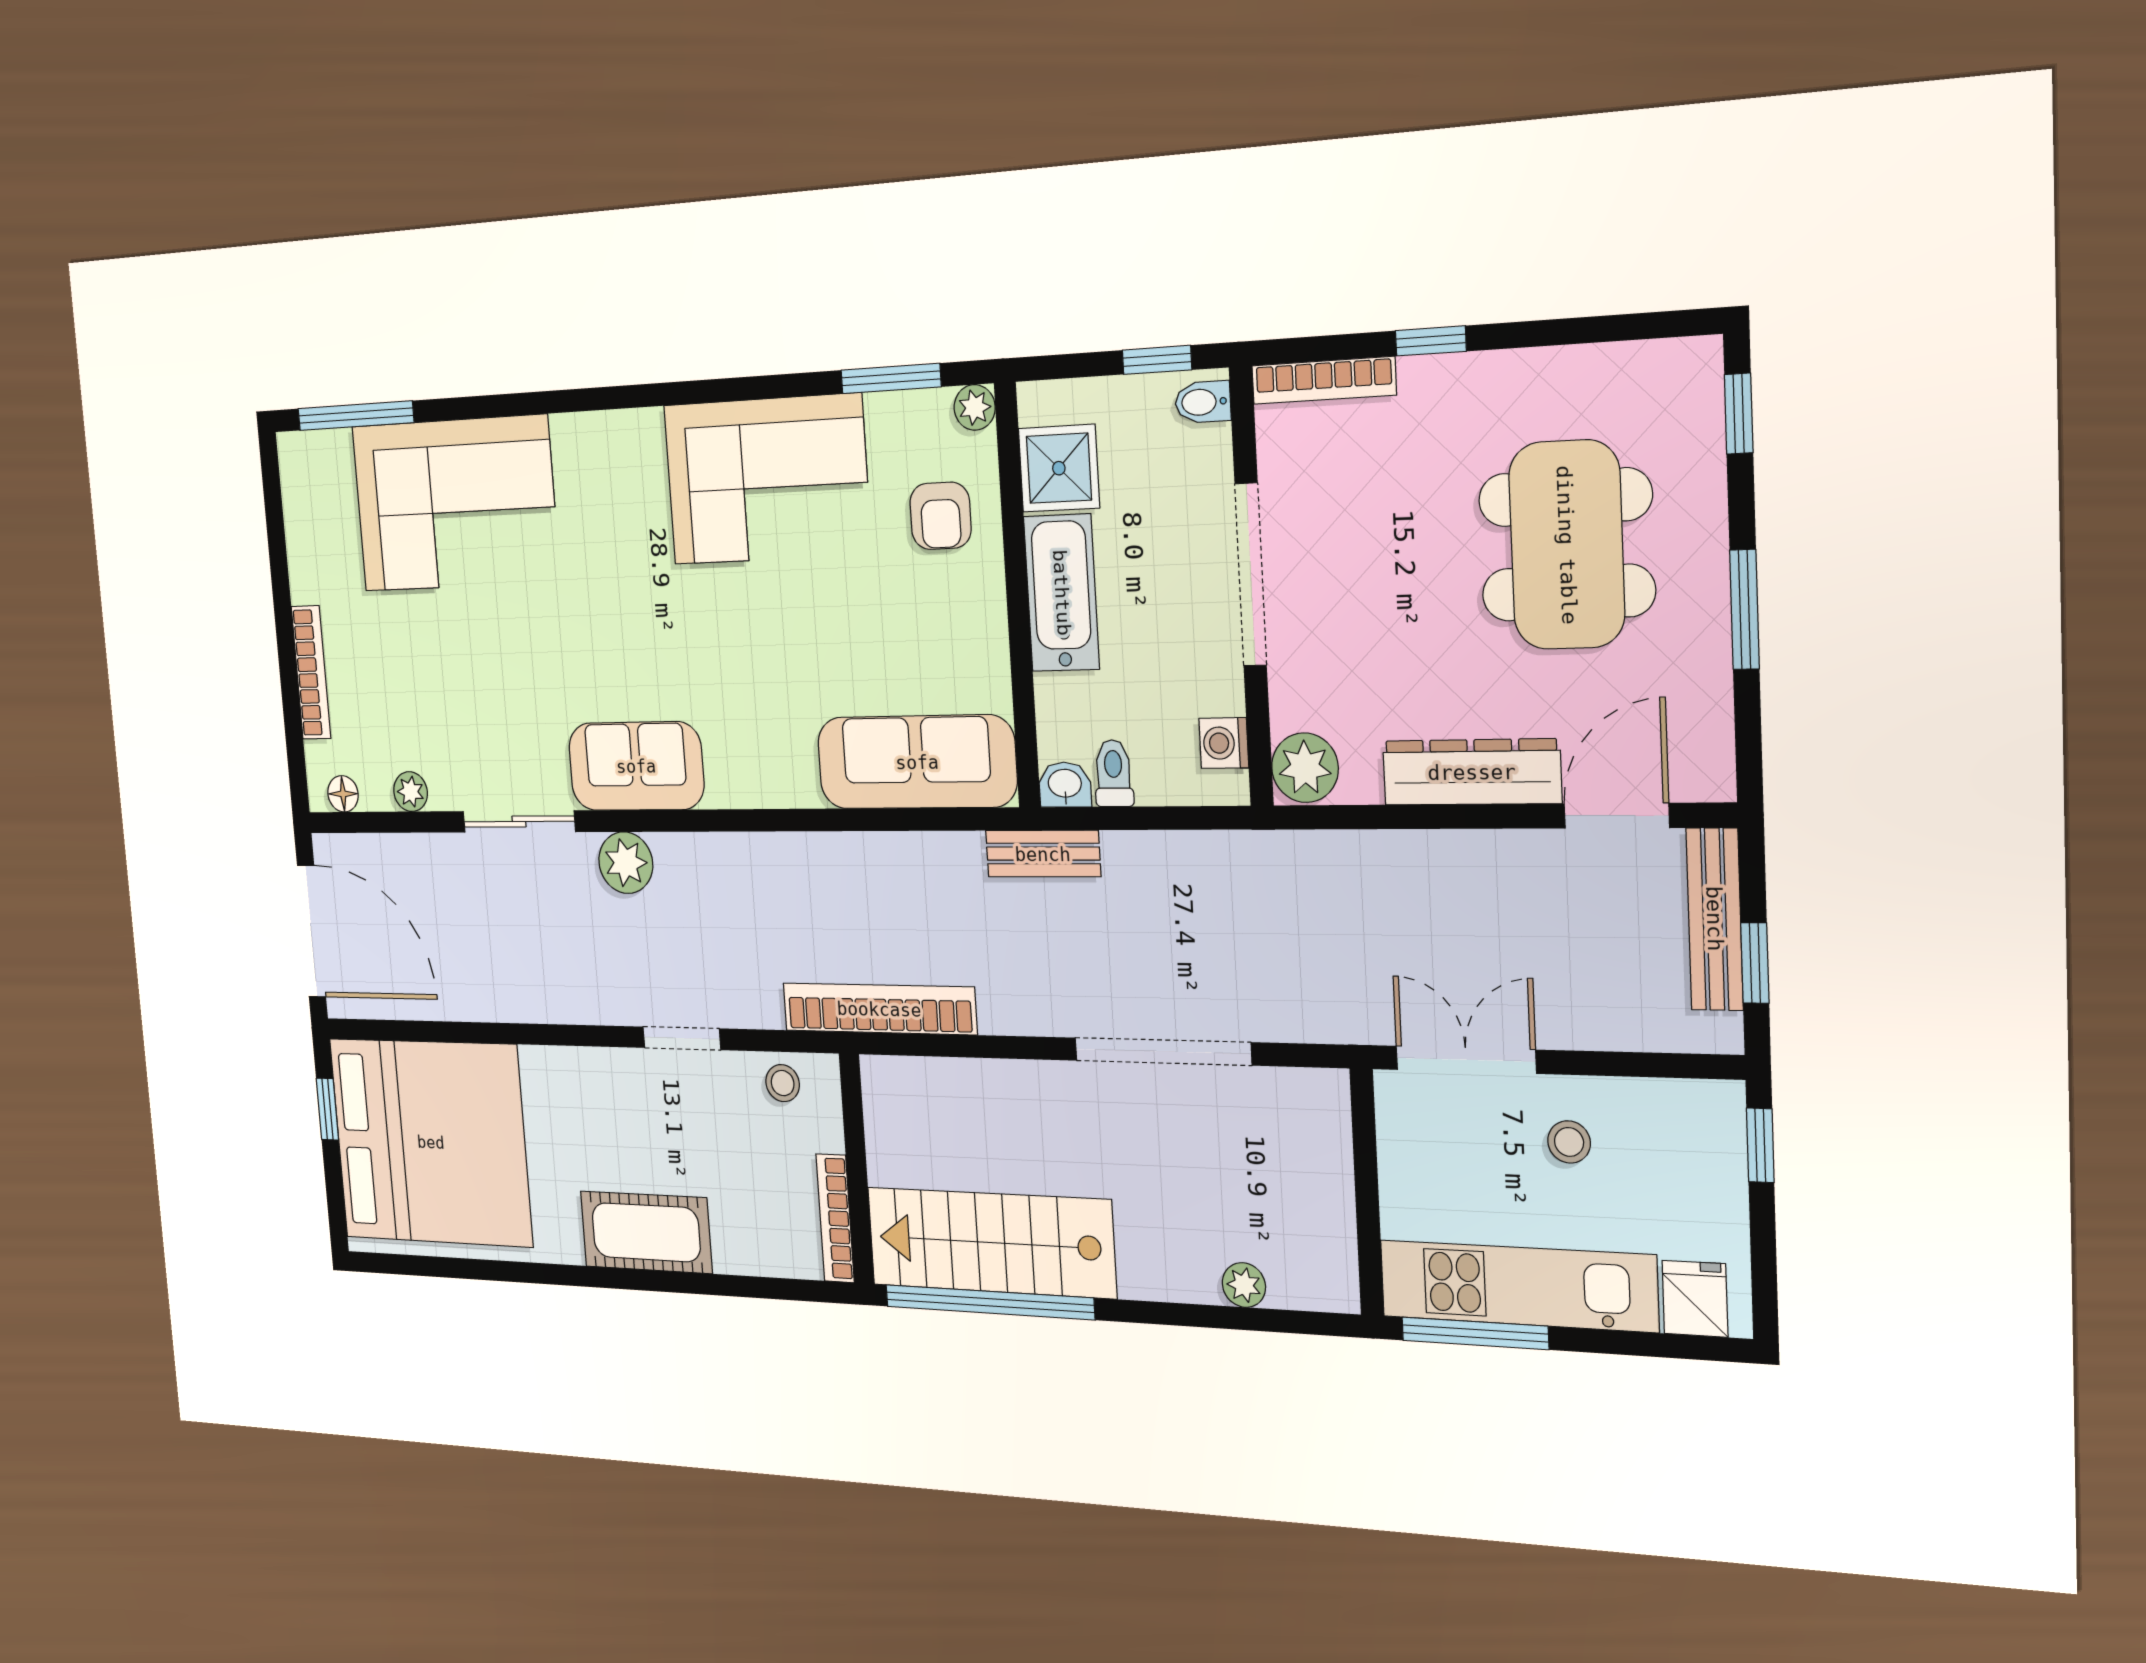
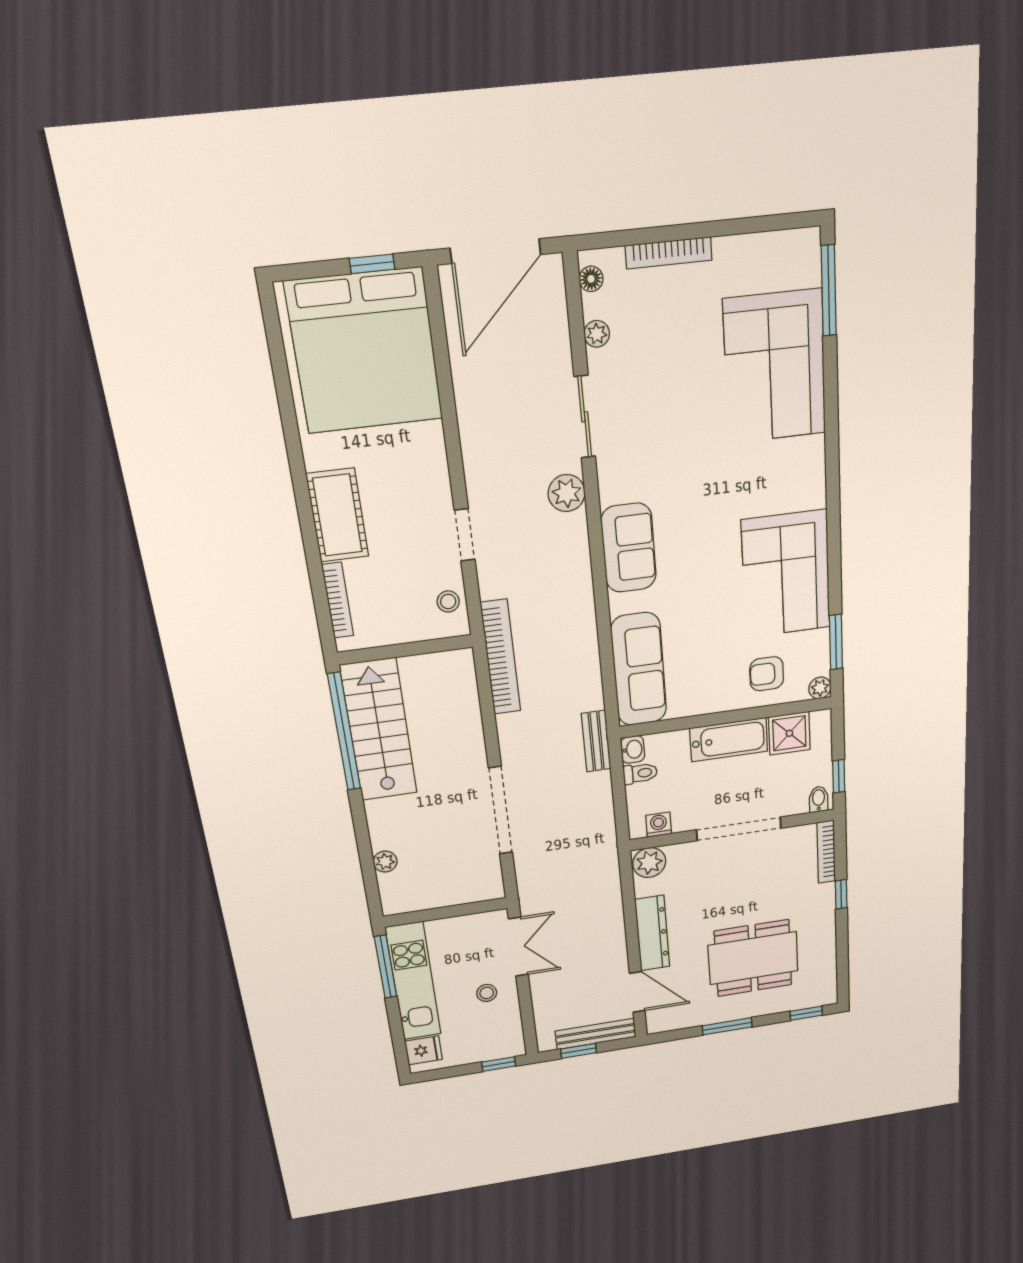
sofa: (636, 766) -> (629, 548), moved
bookcase: (835, 1218) -> (338, 600), moved, turned 90

